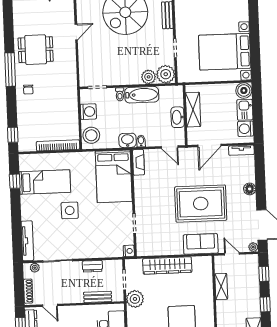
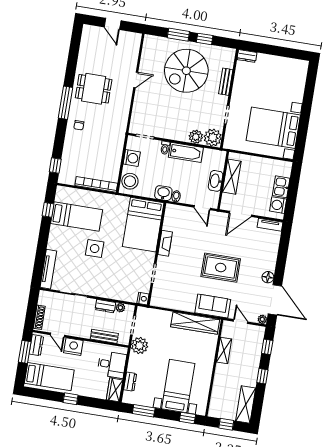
boiler: (244, 91) -> (284, 168), removed
fireplace: (138, 162) -> (165, 243), moved
floor lamp: (250, 189) -> (268, 277), moved
rug: (201, 204) -> (221, 268), width x0.73, depth x0.69
wardrobe: (167, 265) -> (195, 323), moved
plant: (35, 268) -> (120, 308), moved
nightstand: (69, 314) -> (73, 347), added

